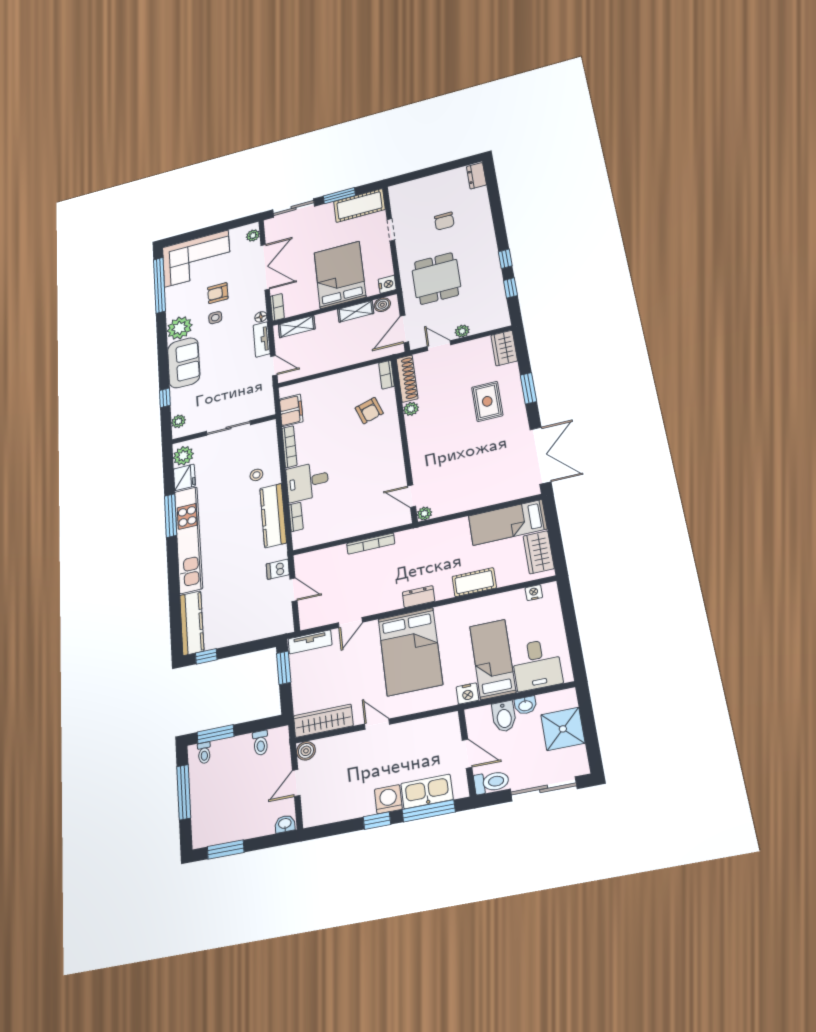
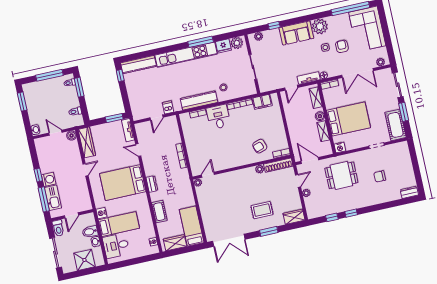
boiler: (382, 305) -> (320, 116), moved

